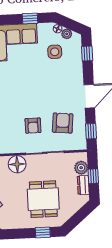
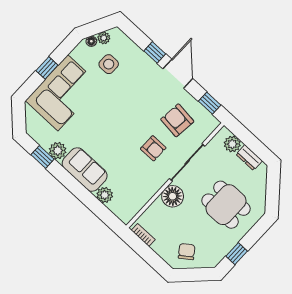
window: (30, 18) -> (47, 68), moved
window: (87, 54) -> (155, 52), moved
window: (93, 176) -> (250, 141), removed
window: (43, 232) -> (237, 254), moved

